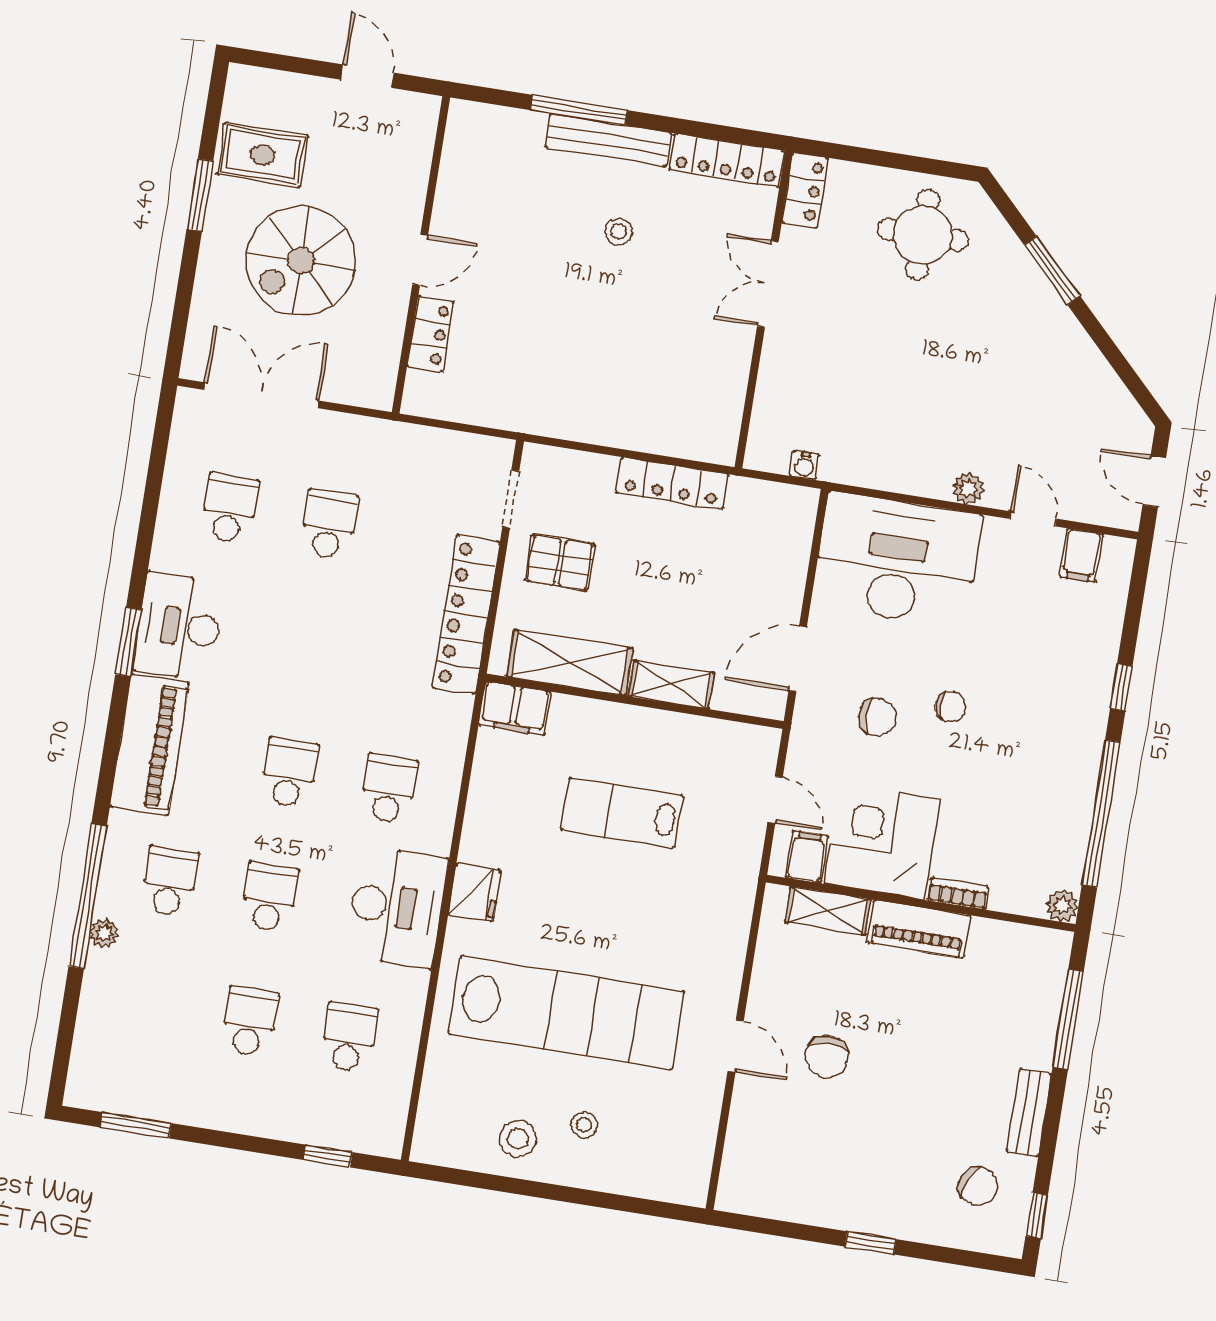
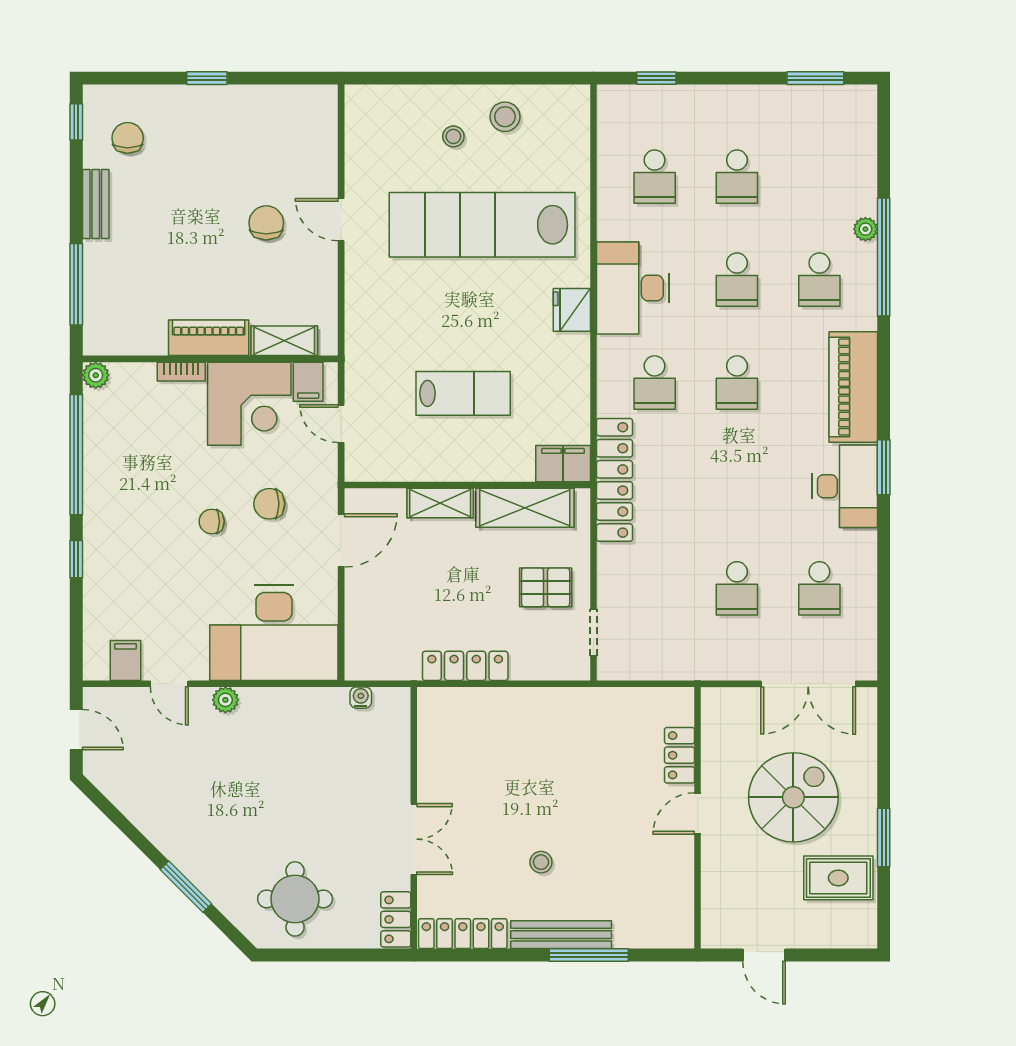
locker: (466, 615) -> (615, 480), moved
chair: (978, 1186) -> (128, 138), turned 68

